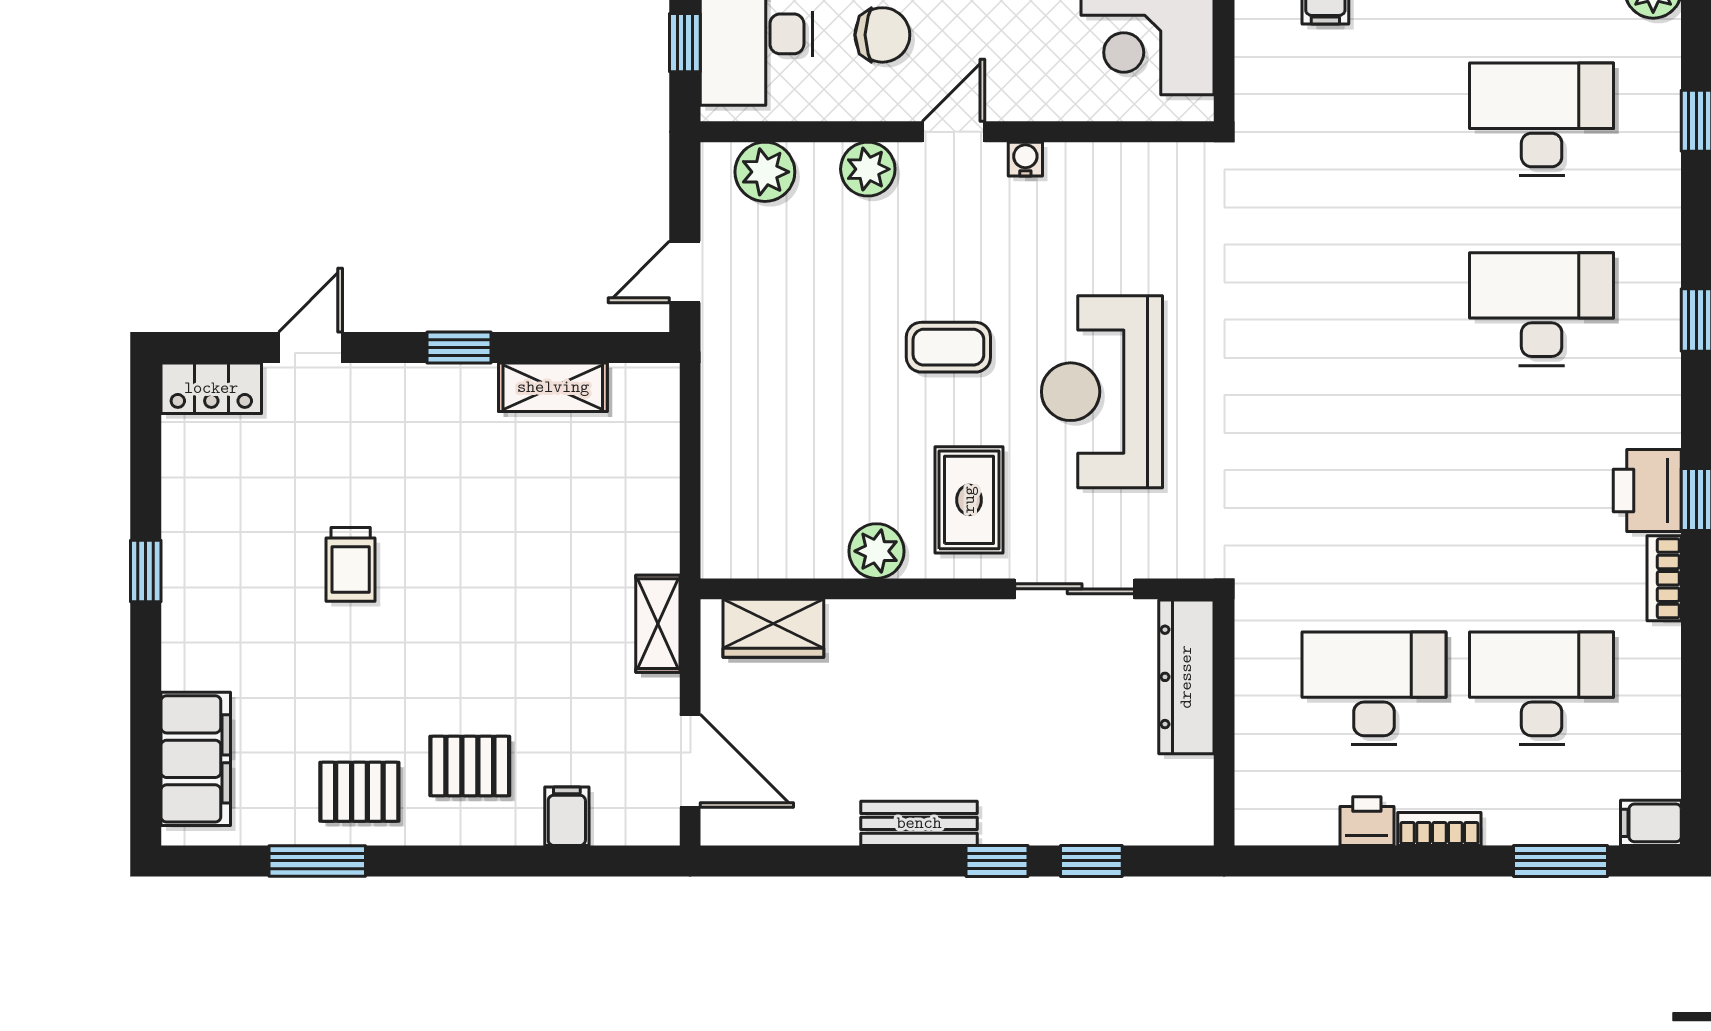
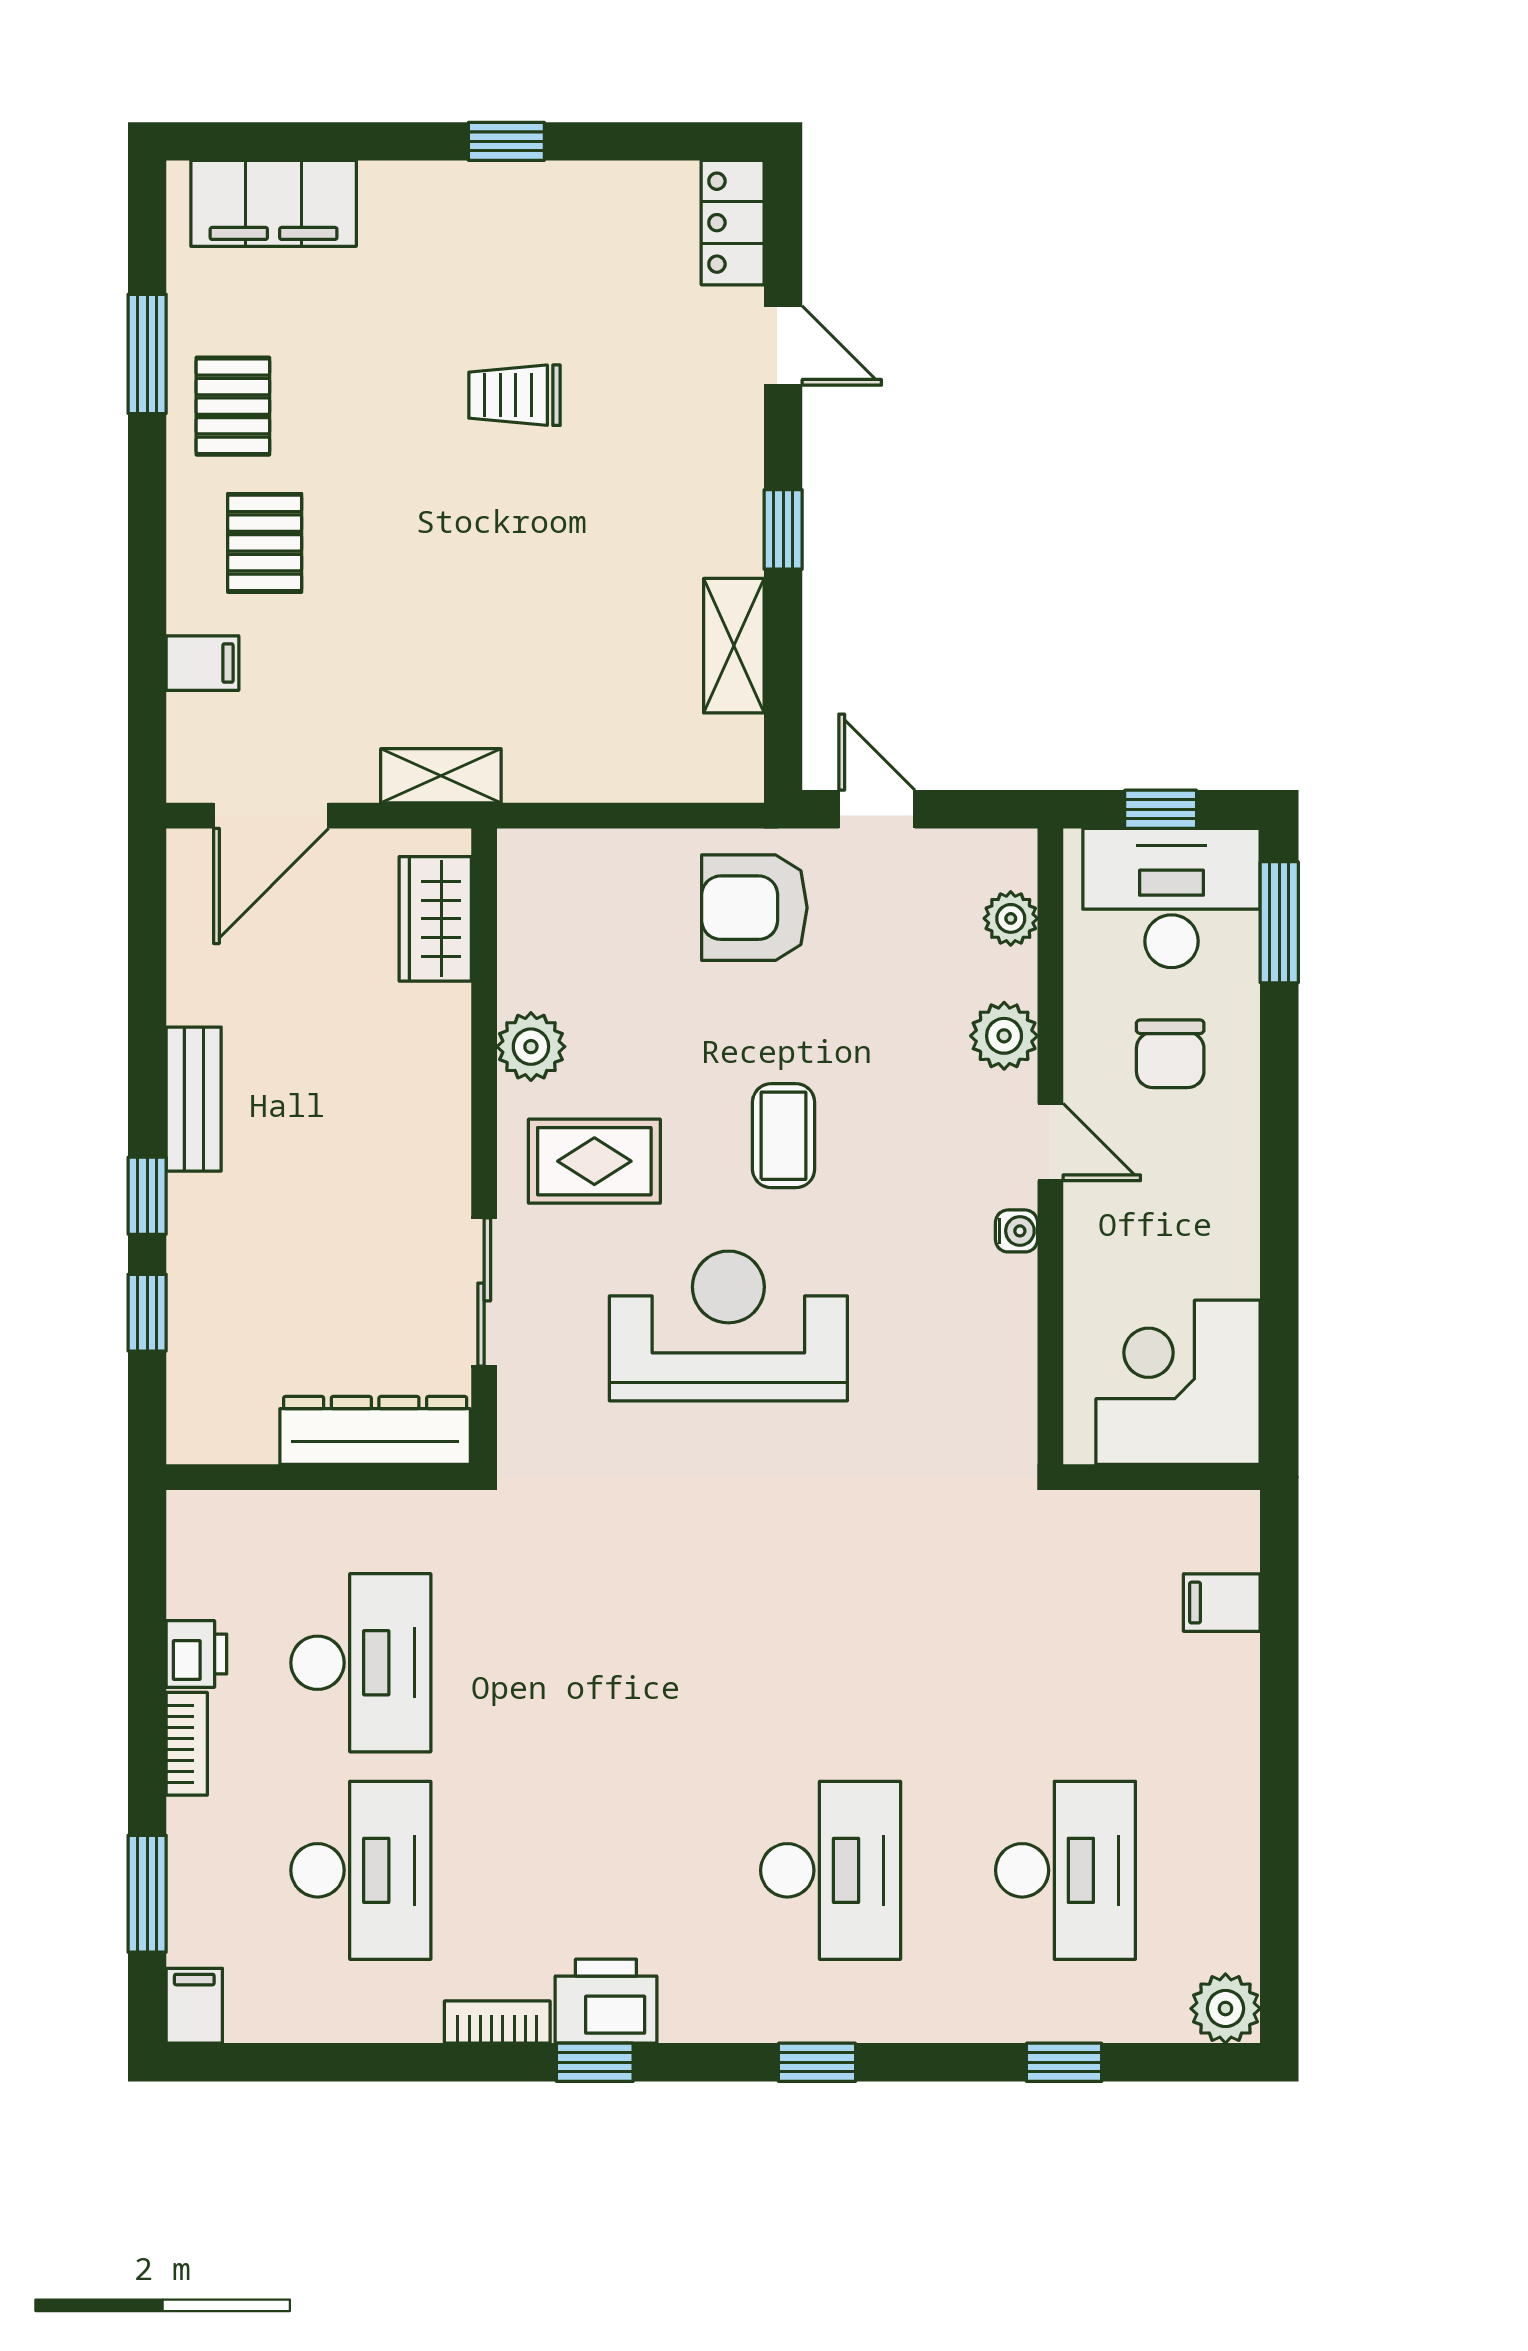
plant: (765, 172) -> (1011, 918), width x0.73, depth x0.73
armchair: (764, 371) -> (754, 908), added

